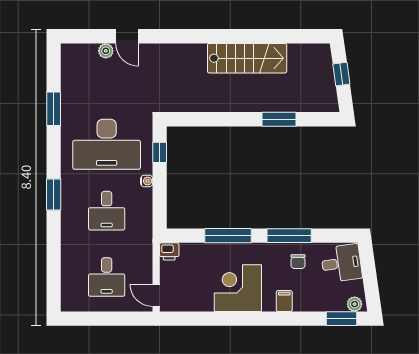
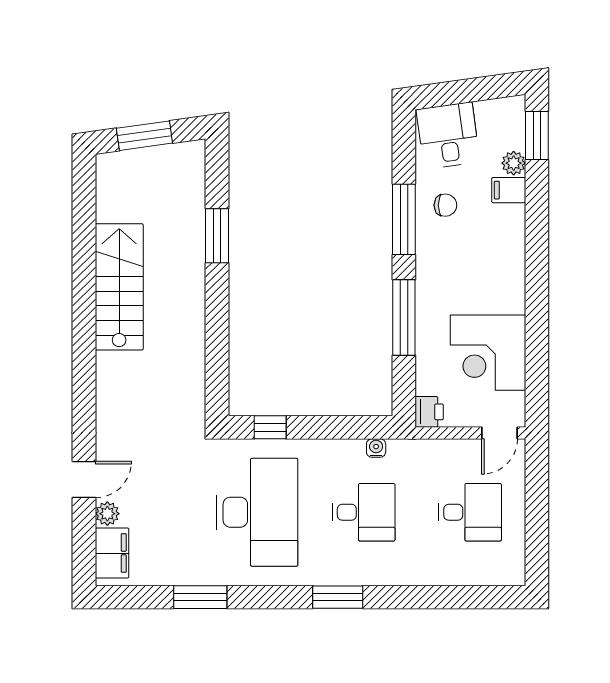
filing cabinet: (81, 54) -> (112, 553), added
window: (341, 74) -> (144, 136), width x1.50
water cooler: (147, 181) -> (376, 448), moved
corner desk: (238, 288) -> (488, 353), moved
filing cabinet: (284, 301) -> (509, 190), moved
plant: (355, 304) -> (514, 163), moved

